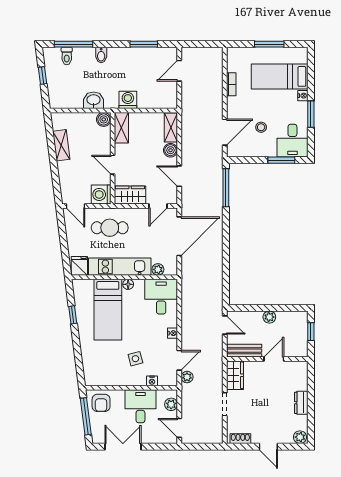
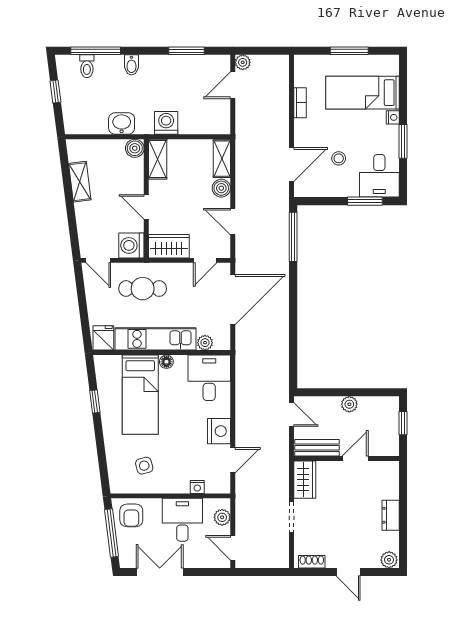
nightstand: (173, 333) -> (219, 431), width x1.89, depth x1.79
side table: (135, 359) -> (144, 466), moved
plant: (187, 377) -> (243, 62), moved

